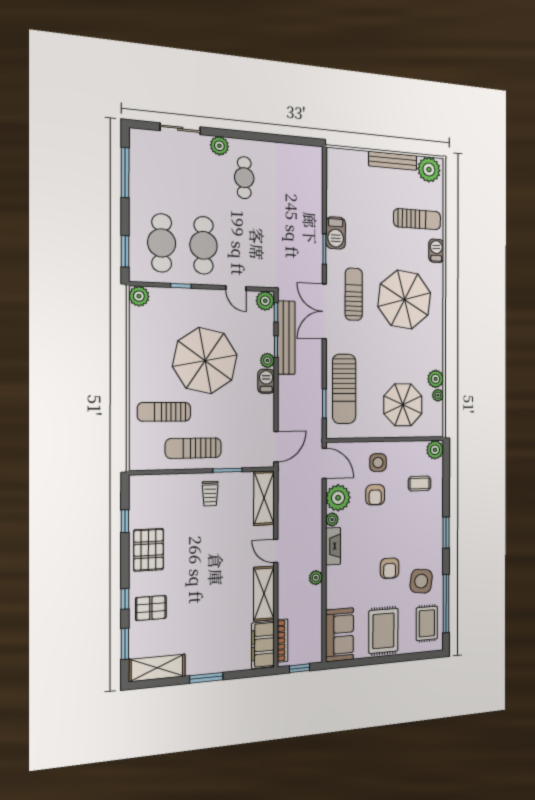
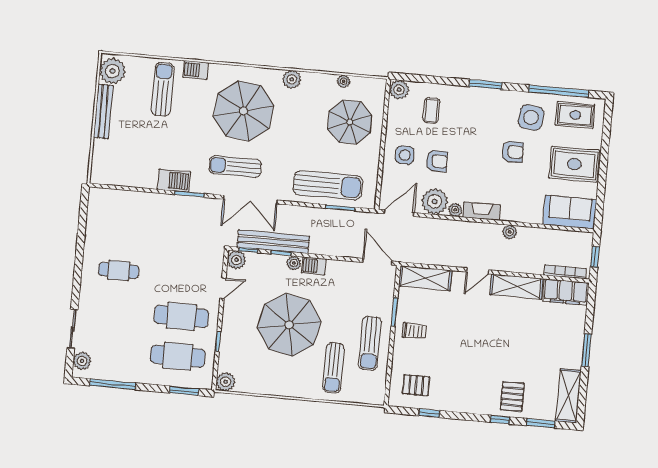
plant: (219, 146) -> (82, 361), moved
plant: (436, 379) -> (292, 79), moved
pallet: (148, 550) -> (416, 385), moved, width x0.67, depth x0.71

